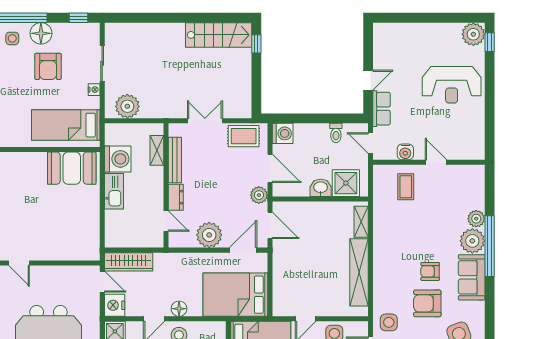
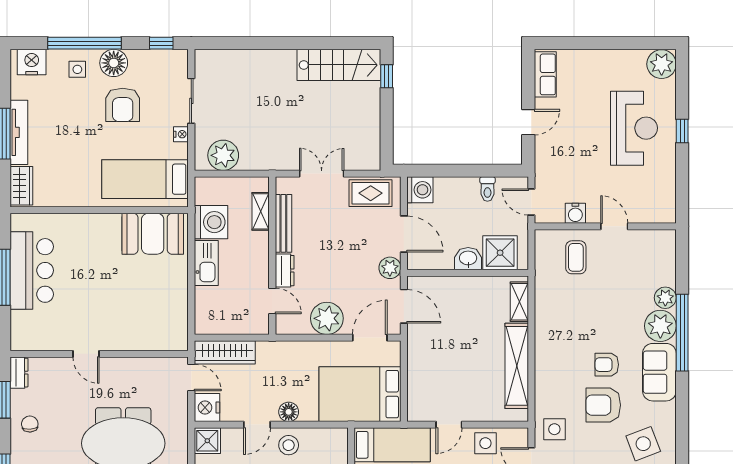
window: (490, 42) -> (682, 131), moved
reception desk: (452, 85) -> (634, 128), turned -90
row of seats: (382, 109) -> (545, 74), moved

